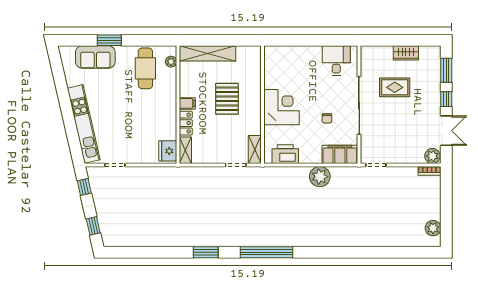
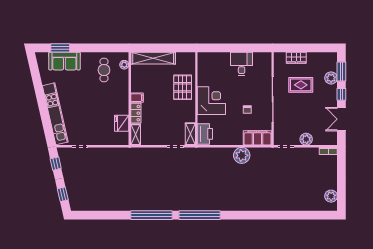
window: (109, 40) -> (60, 48), moved
wardrobe: (406, 53) -> (296, 58), moved
desk: (336, 61) -> (242, 64), moved
cafe table: (145, 68) -> (104, 70), width x0.73, depth x0.74
plant: (433, 79) -> (331, 78), added
pallet: (227, 99) -> (183, 87), moved
double door: (446, 131) -> (341, 119), swing flipped
fridge: (168, 151) -> (122, 123), moved
printer: (285, 154) -> (205, 134), moved, turned 90
plant: (432, 156) -> (306, 139), moved
window: (206, 252) -> (152, 215), width x2.11

